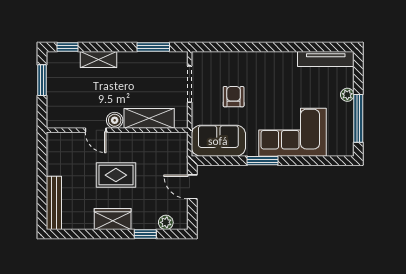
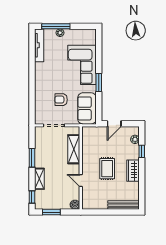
window: (153, 47) -> (32, 158), moved
window: (358, 118) -> (56, 26), moved
boiler: (115, 120) -> (75, 205), moved
door: (96, 130) -> (81, 181), swing flipped

